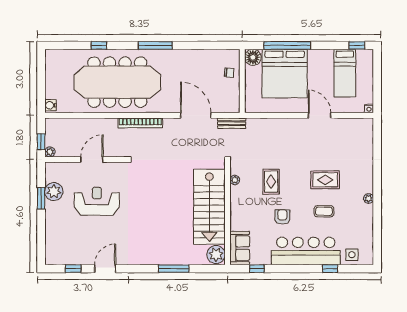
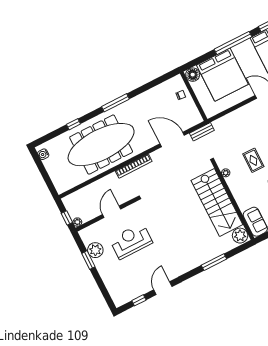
window: (287, 45) -> (233, 43), moved
water cooler: (50, 105) -> (43, 154), moved

